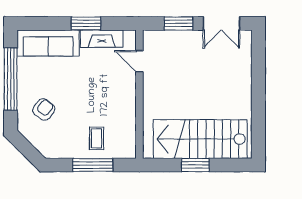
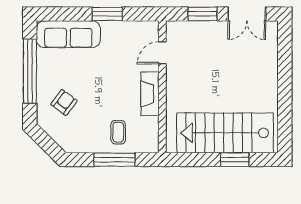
fireplace: (102, 39) -> (150, 94), moved, turned 90
door: (139, 61) -> (162, 53), hinge flipped
window: (195, 165) -> (235, 160), moved

